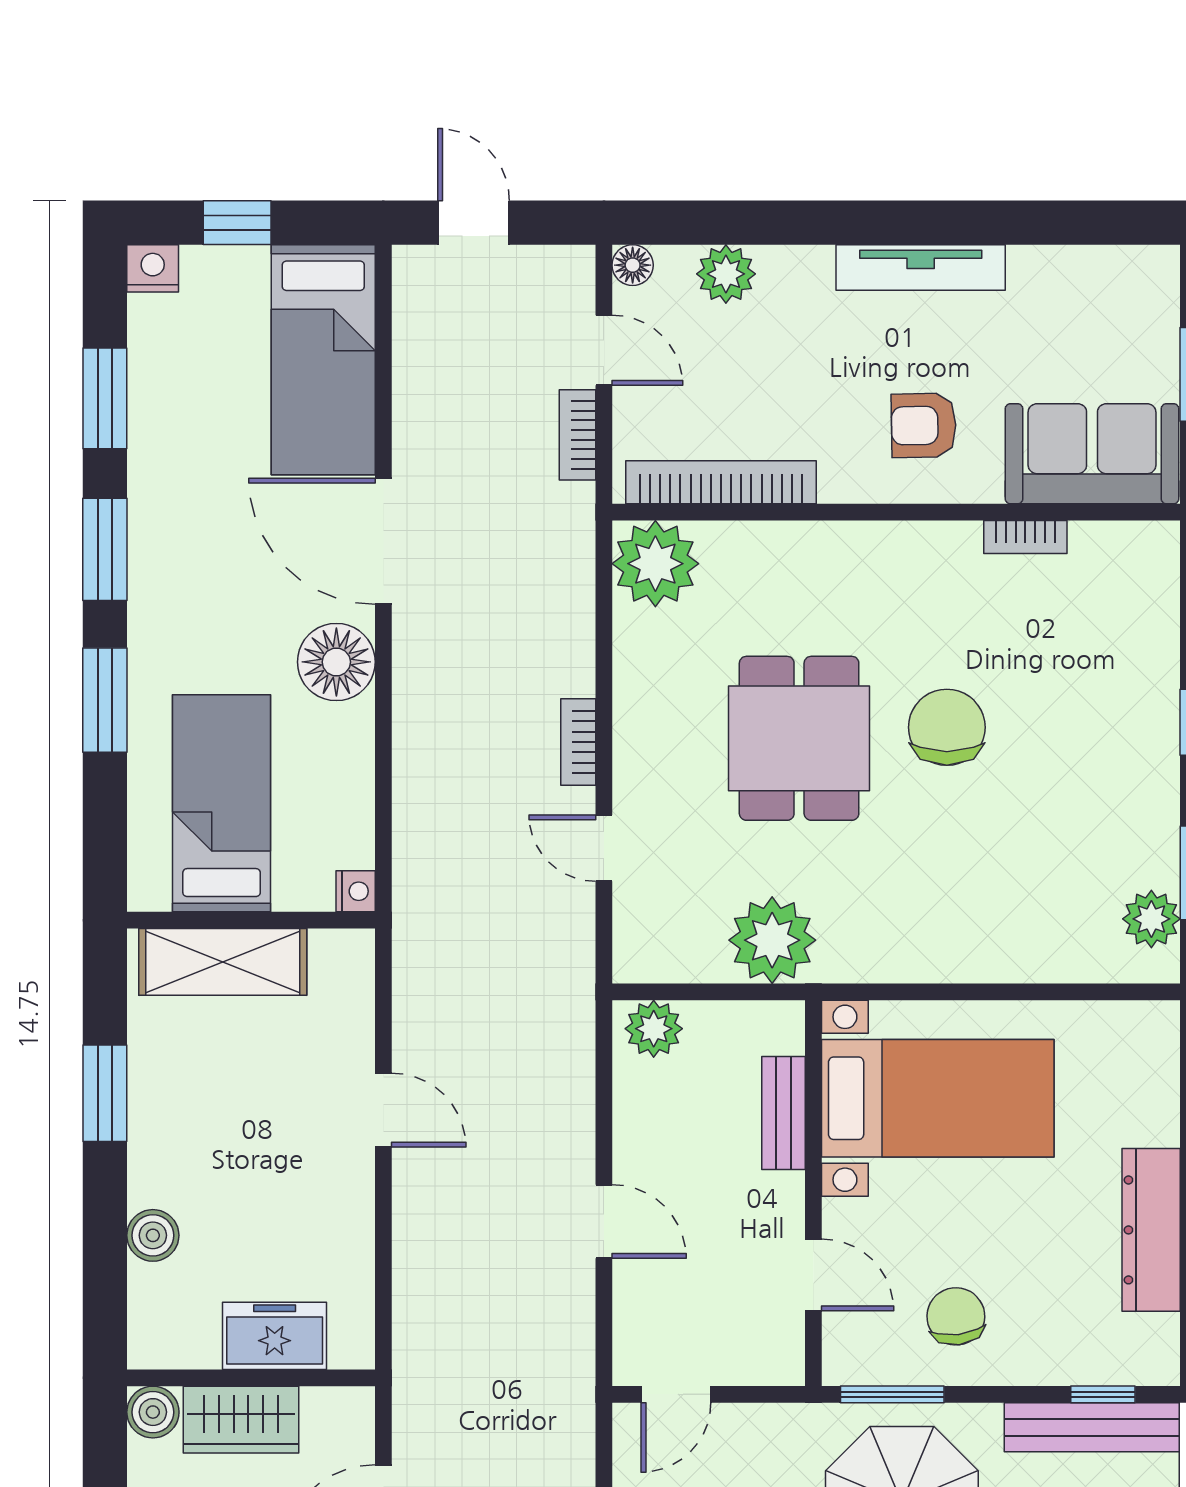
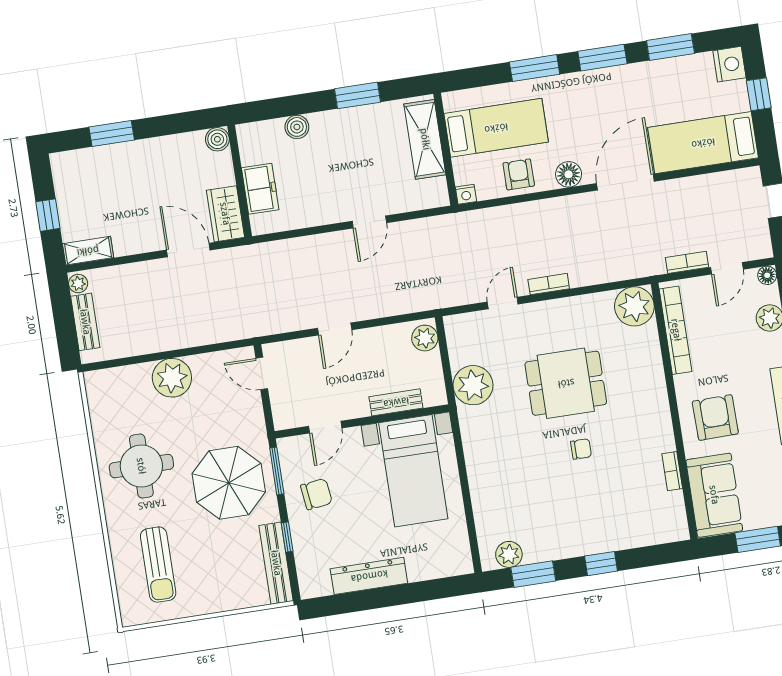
nightstand: (153, 268) -> (729, 64), width x1.36, depth x1.33
armchair: (924, 425) -> (715, 417), width x1.38, depth x1.38
floor lamp: (336, 662) -> (569, 174), width x0.73, depth x0.73
chair: (947, 727) -> (581, 449), width x0.54, depth x0.54
armchair: (330, 770) -> (519, 174), added
window: (1103, 1394) -> (287, 537), moved
wardrobe: (241, 1420) -> (225, 214), moved

